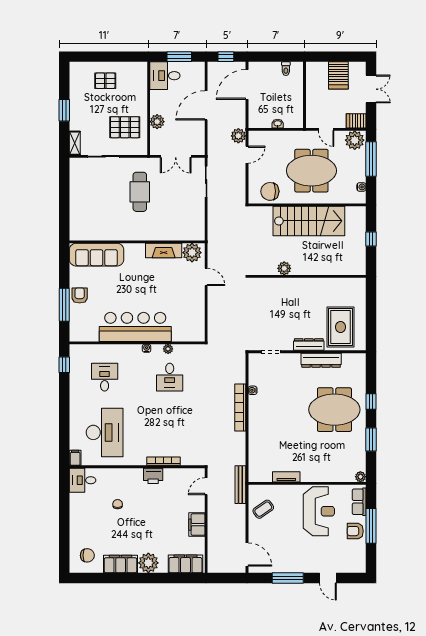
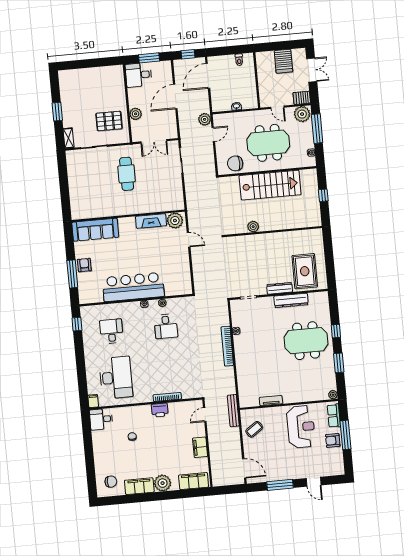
pallet: (105, 81) -> (89, 84), removed

